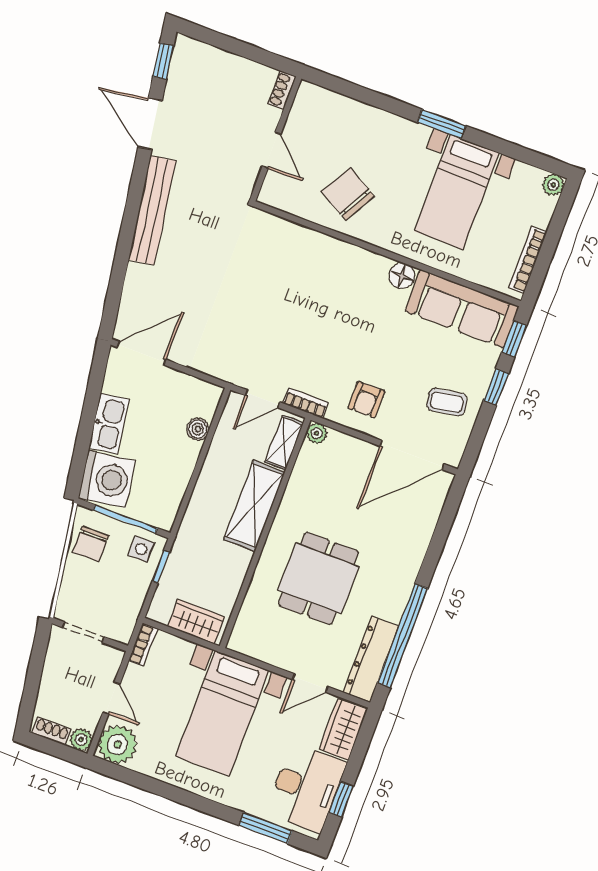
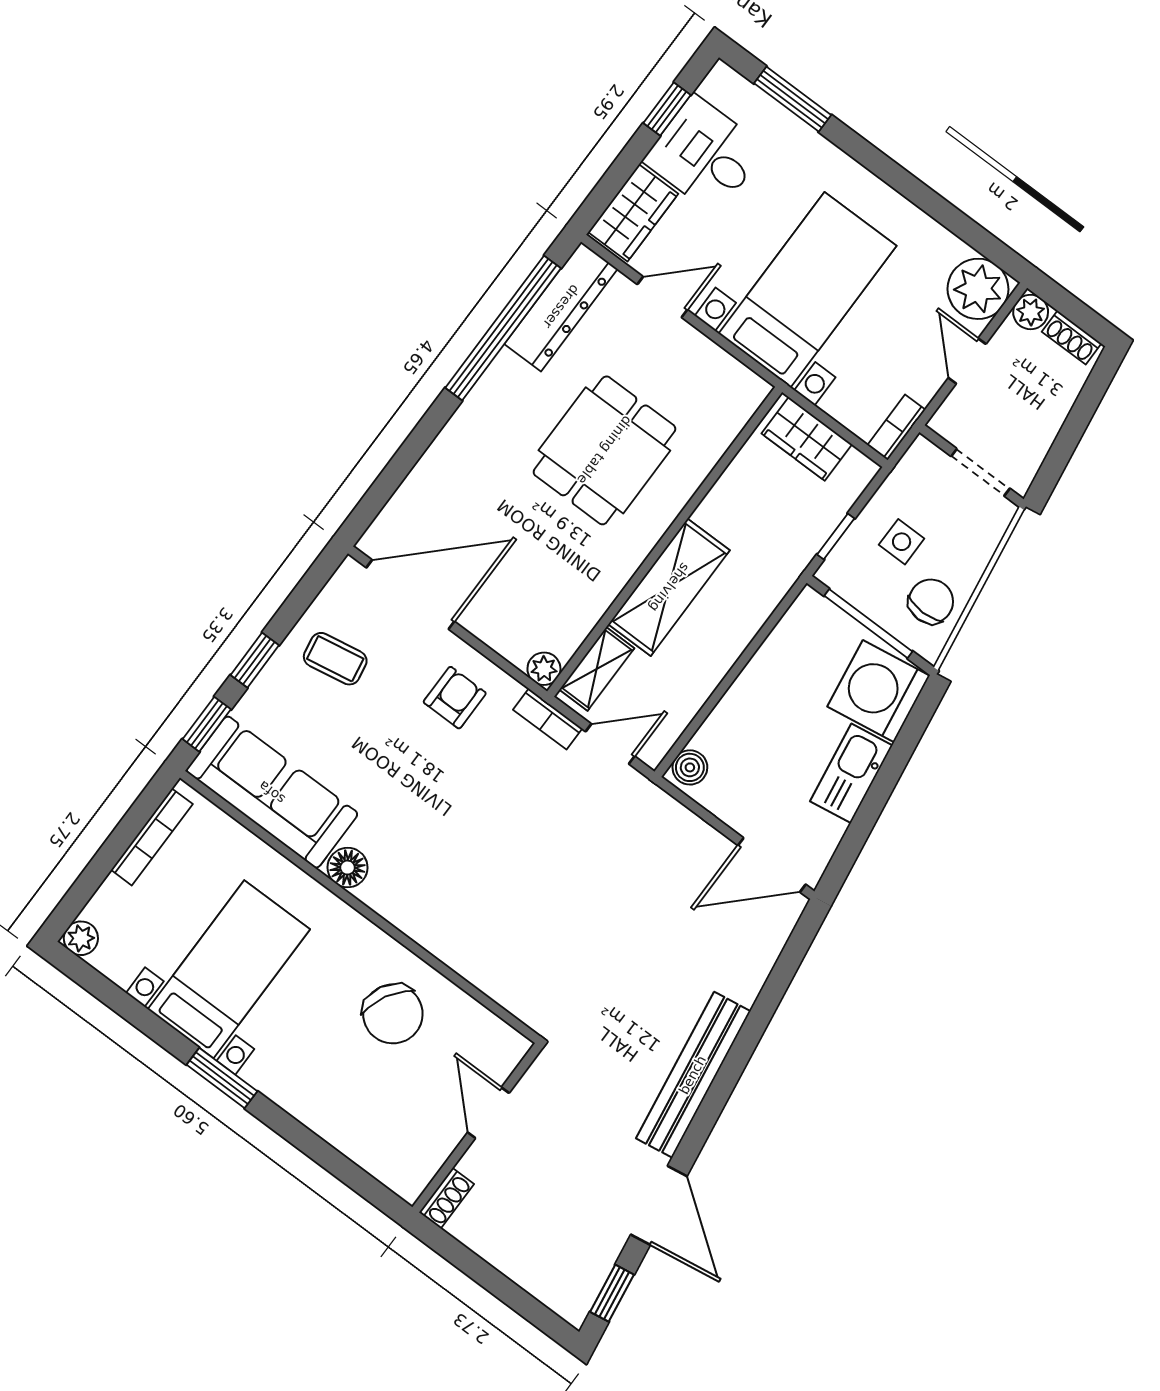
boiler: (198, 429) -> (690, 767), moved
side table: (141, 549) -> (902, 542), moved
desk: (306, 788) -> (705, 155), width x0.73

